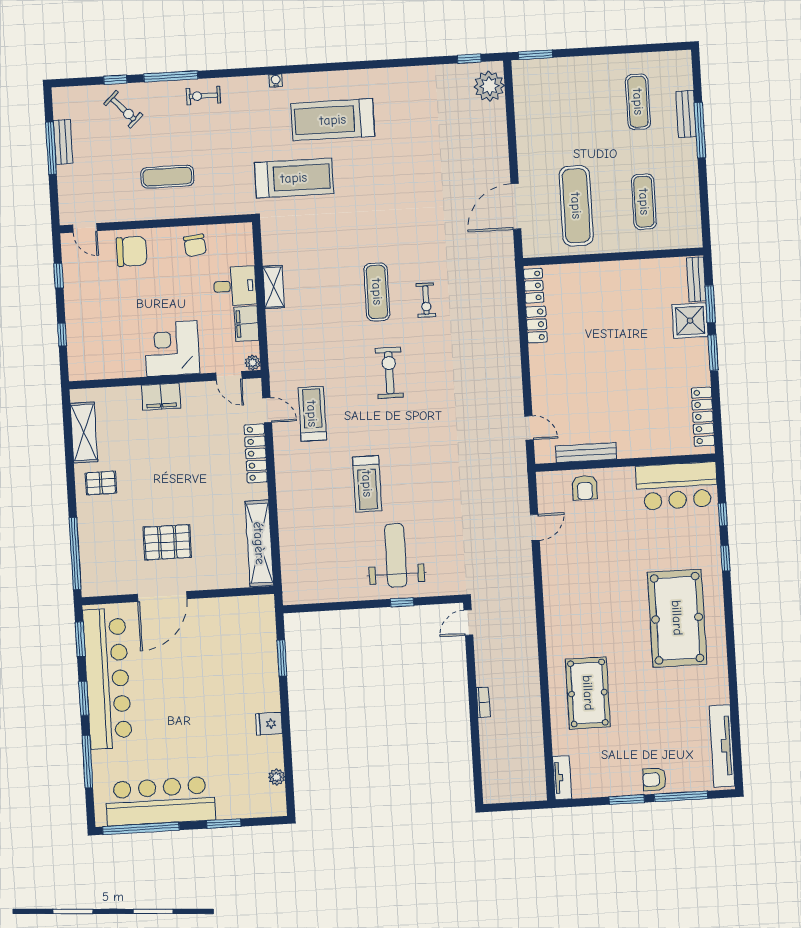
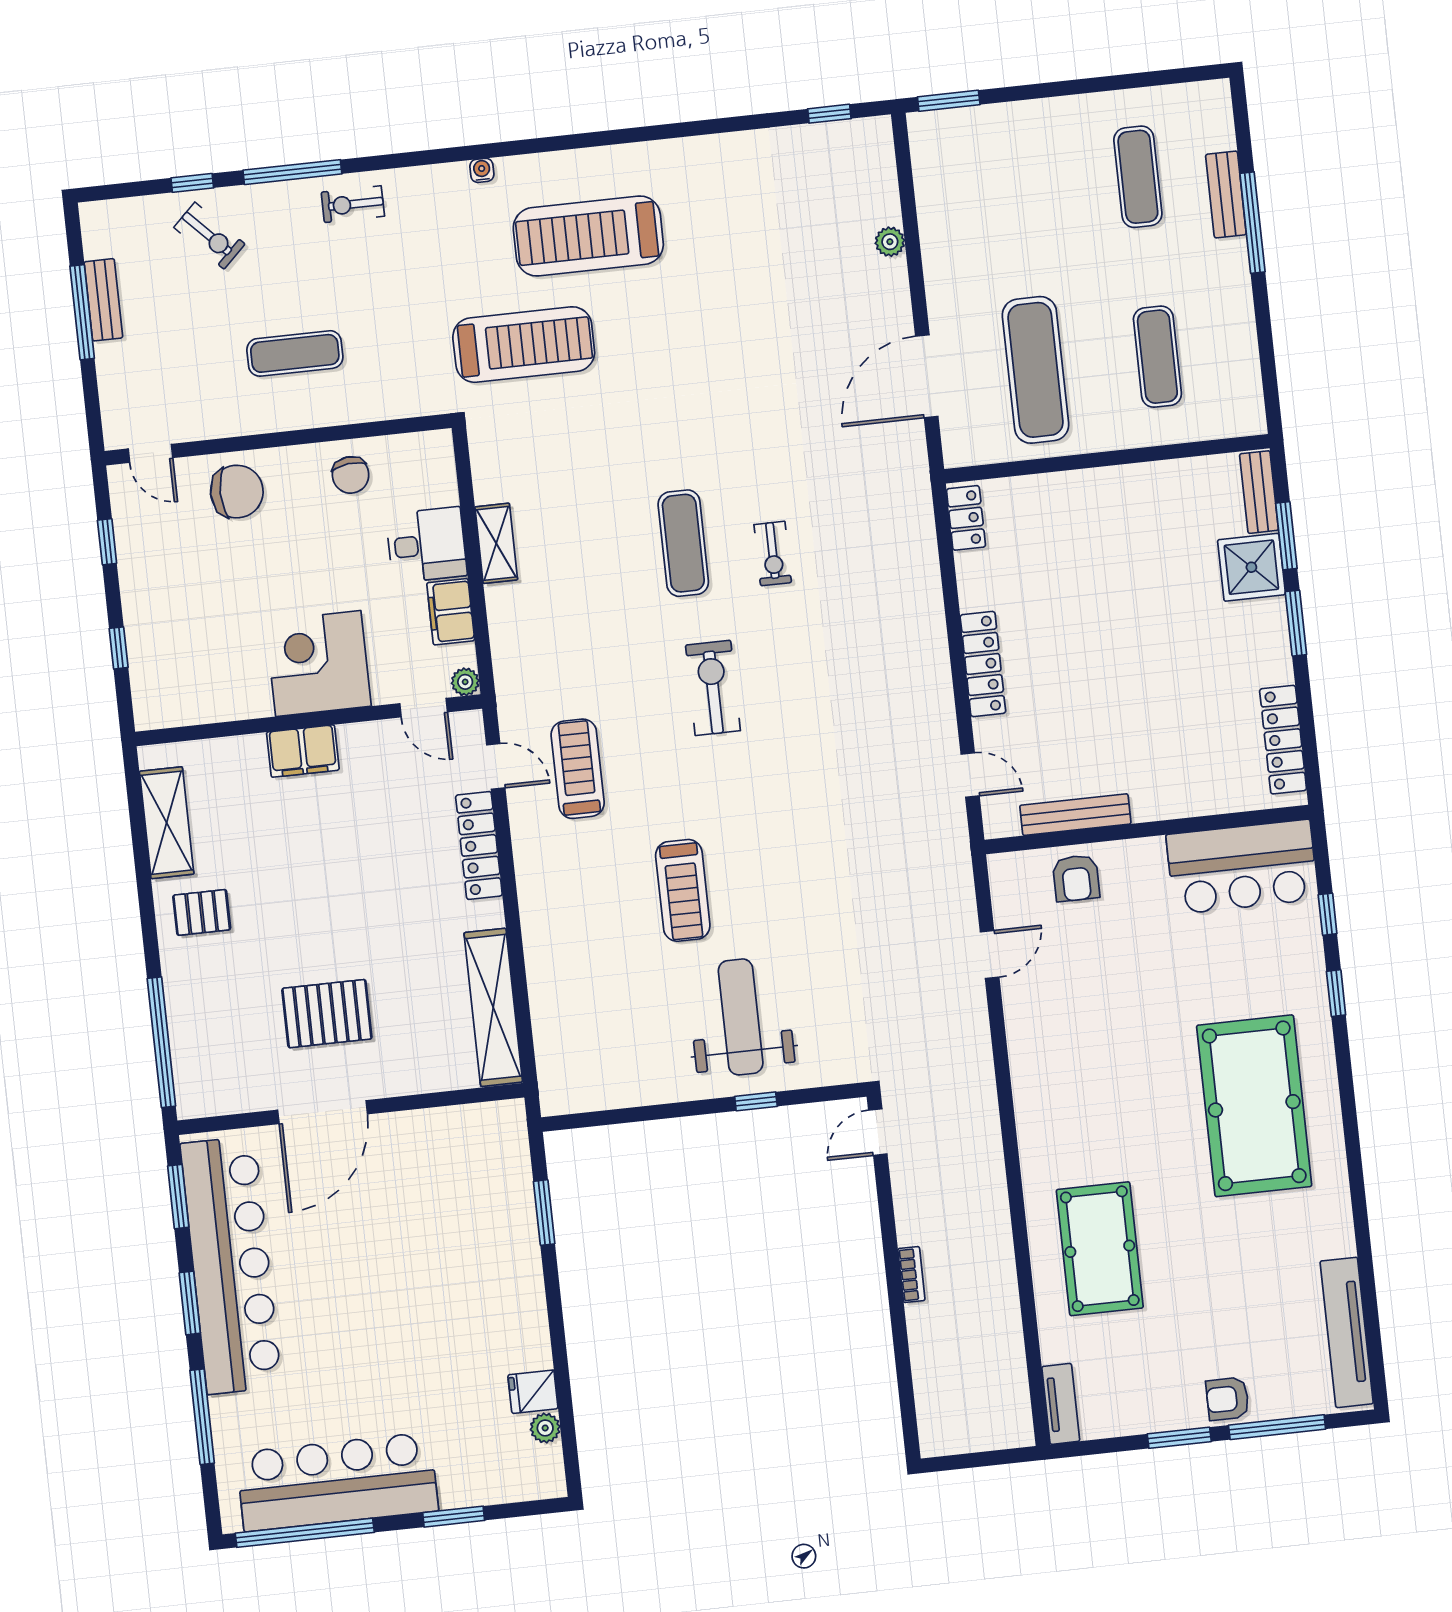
plant: (489, 86) -> (890, 242), moved, width x0.53, depth x0.53
locker: (537, 324) -> (983, 664), moved, width x1.53
fridge: (269, 724) -> (533, 1392), moved

